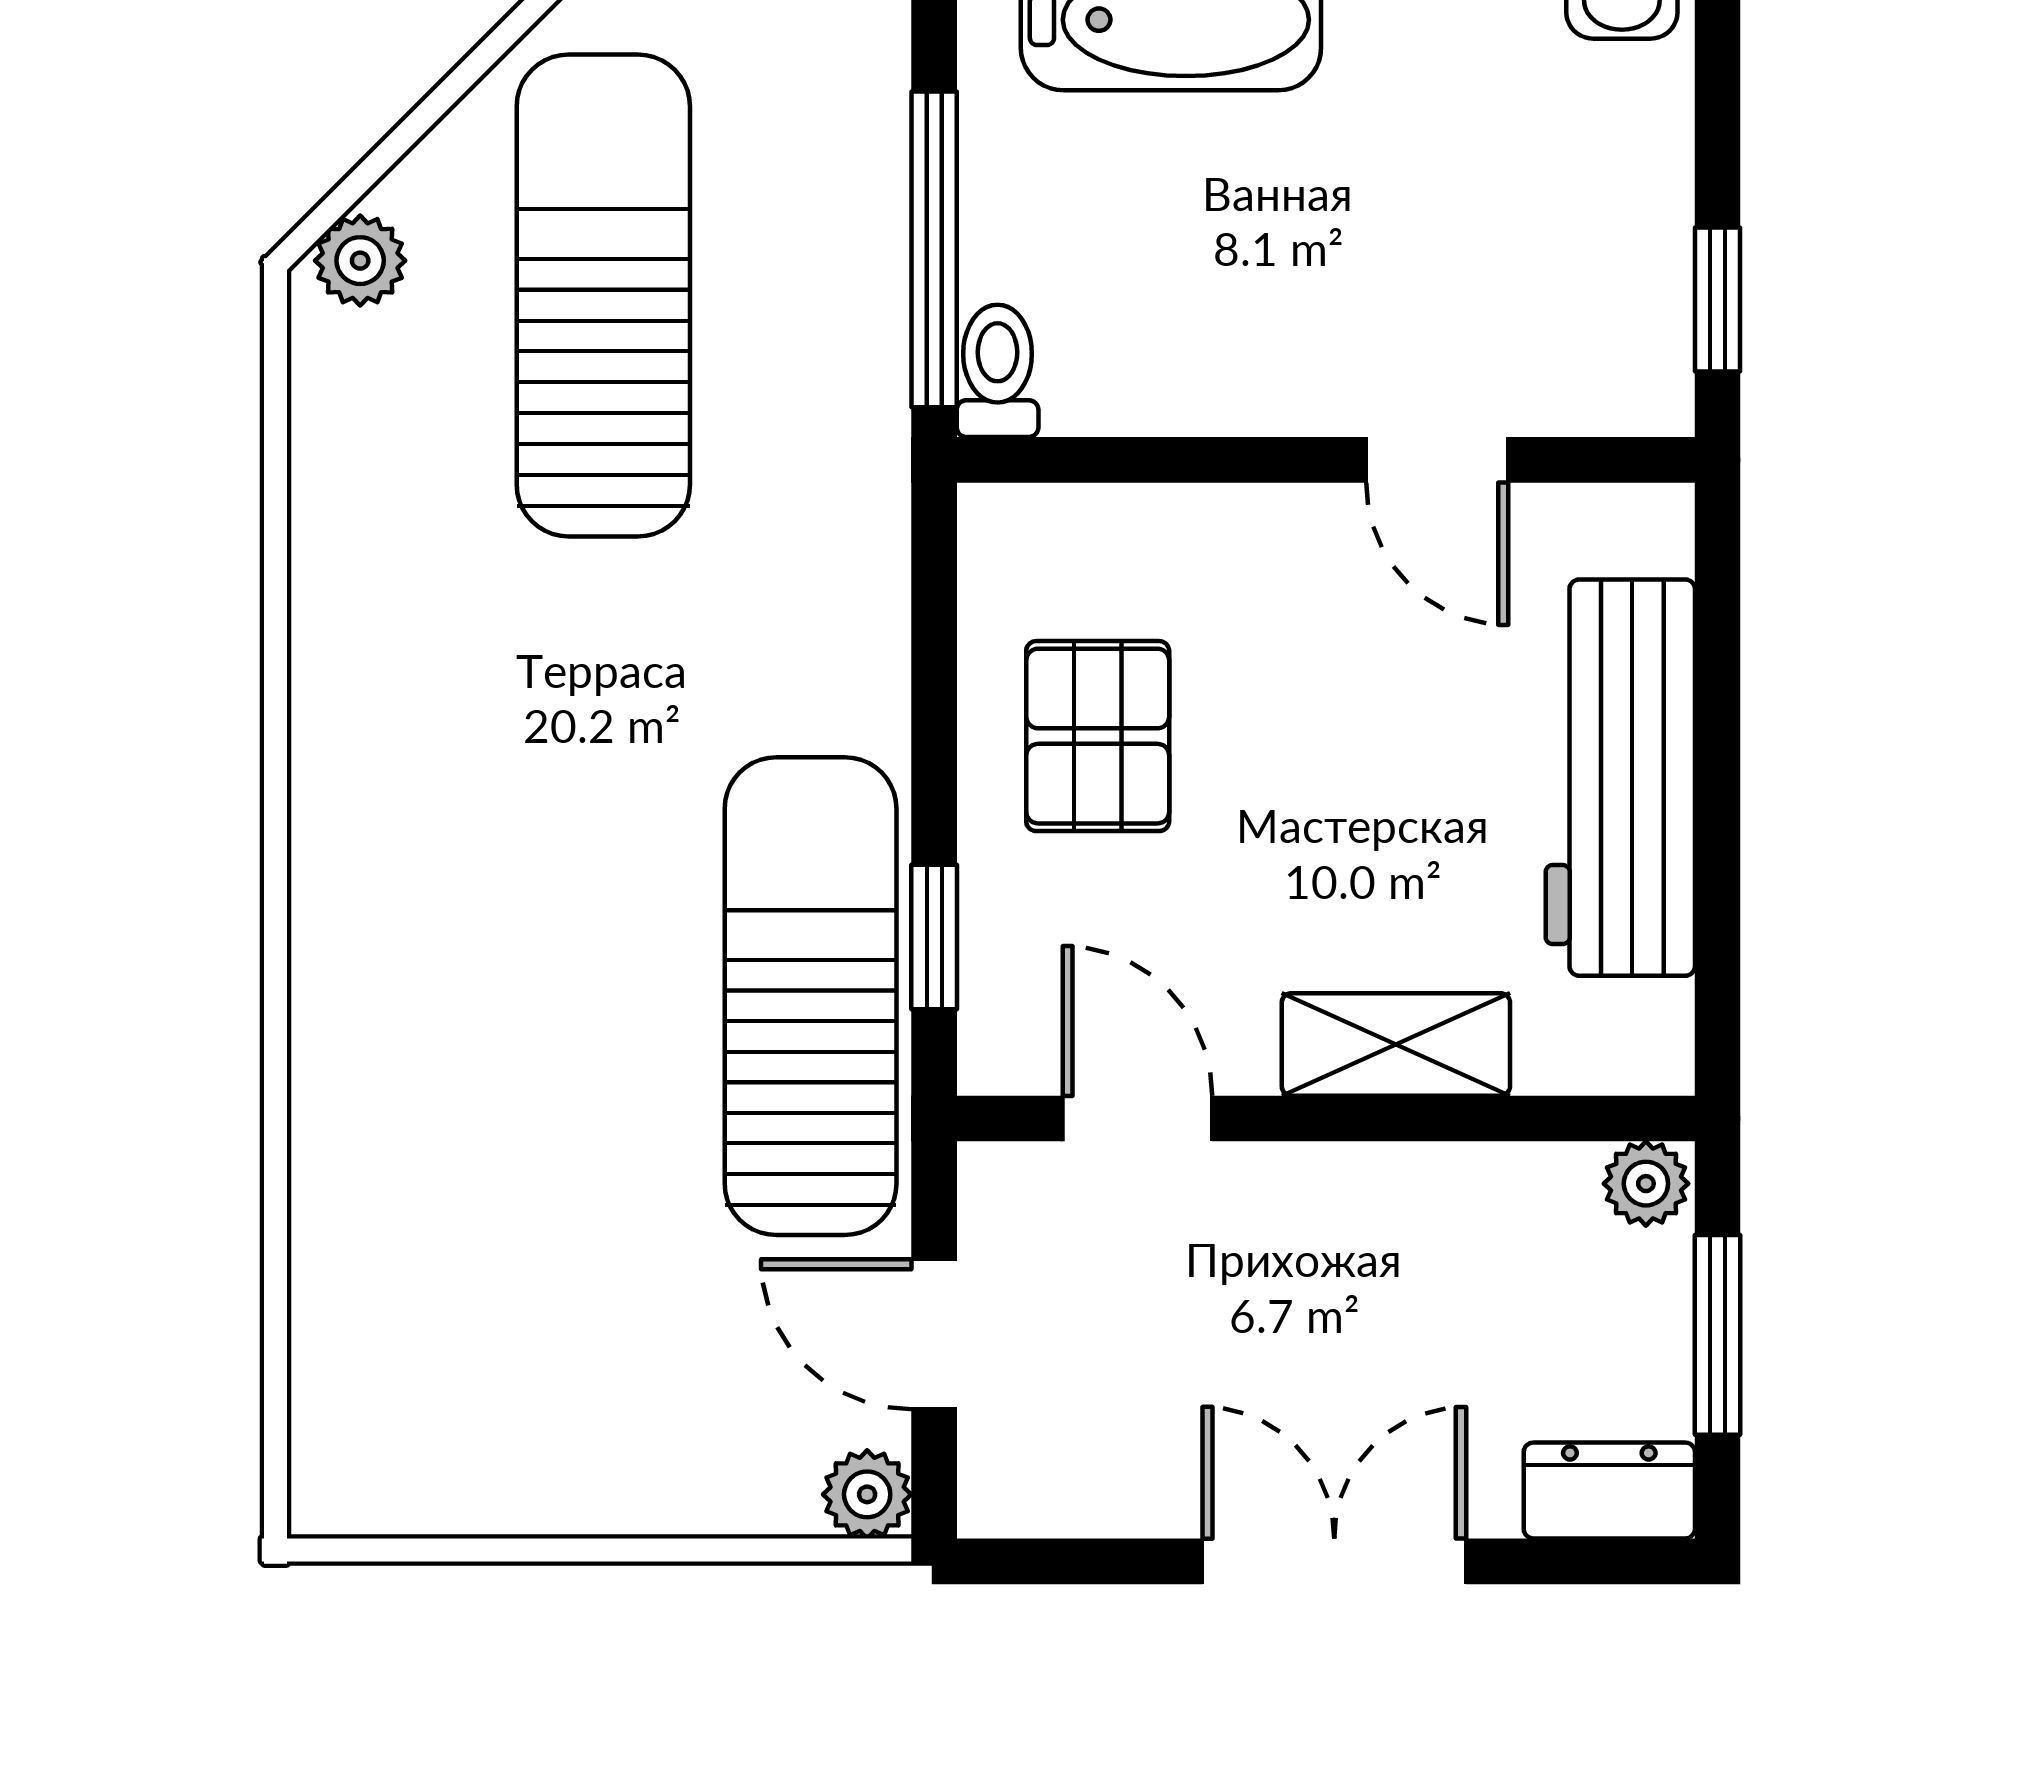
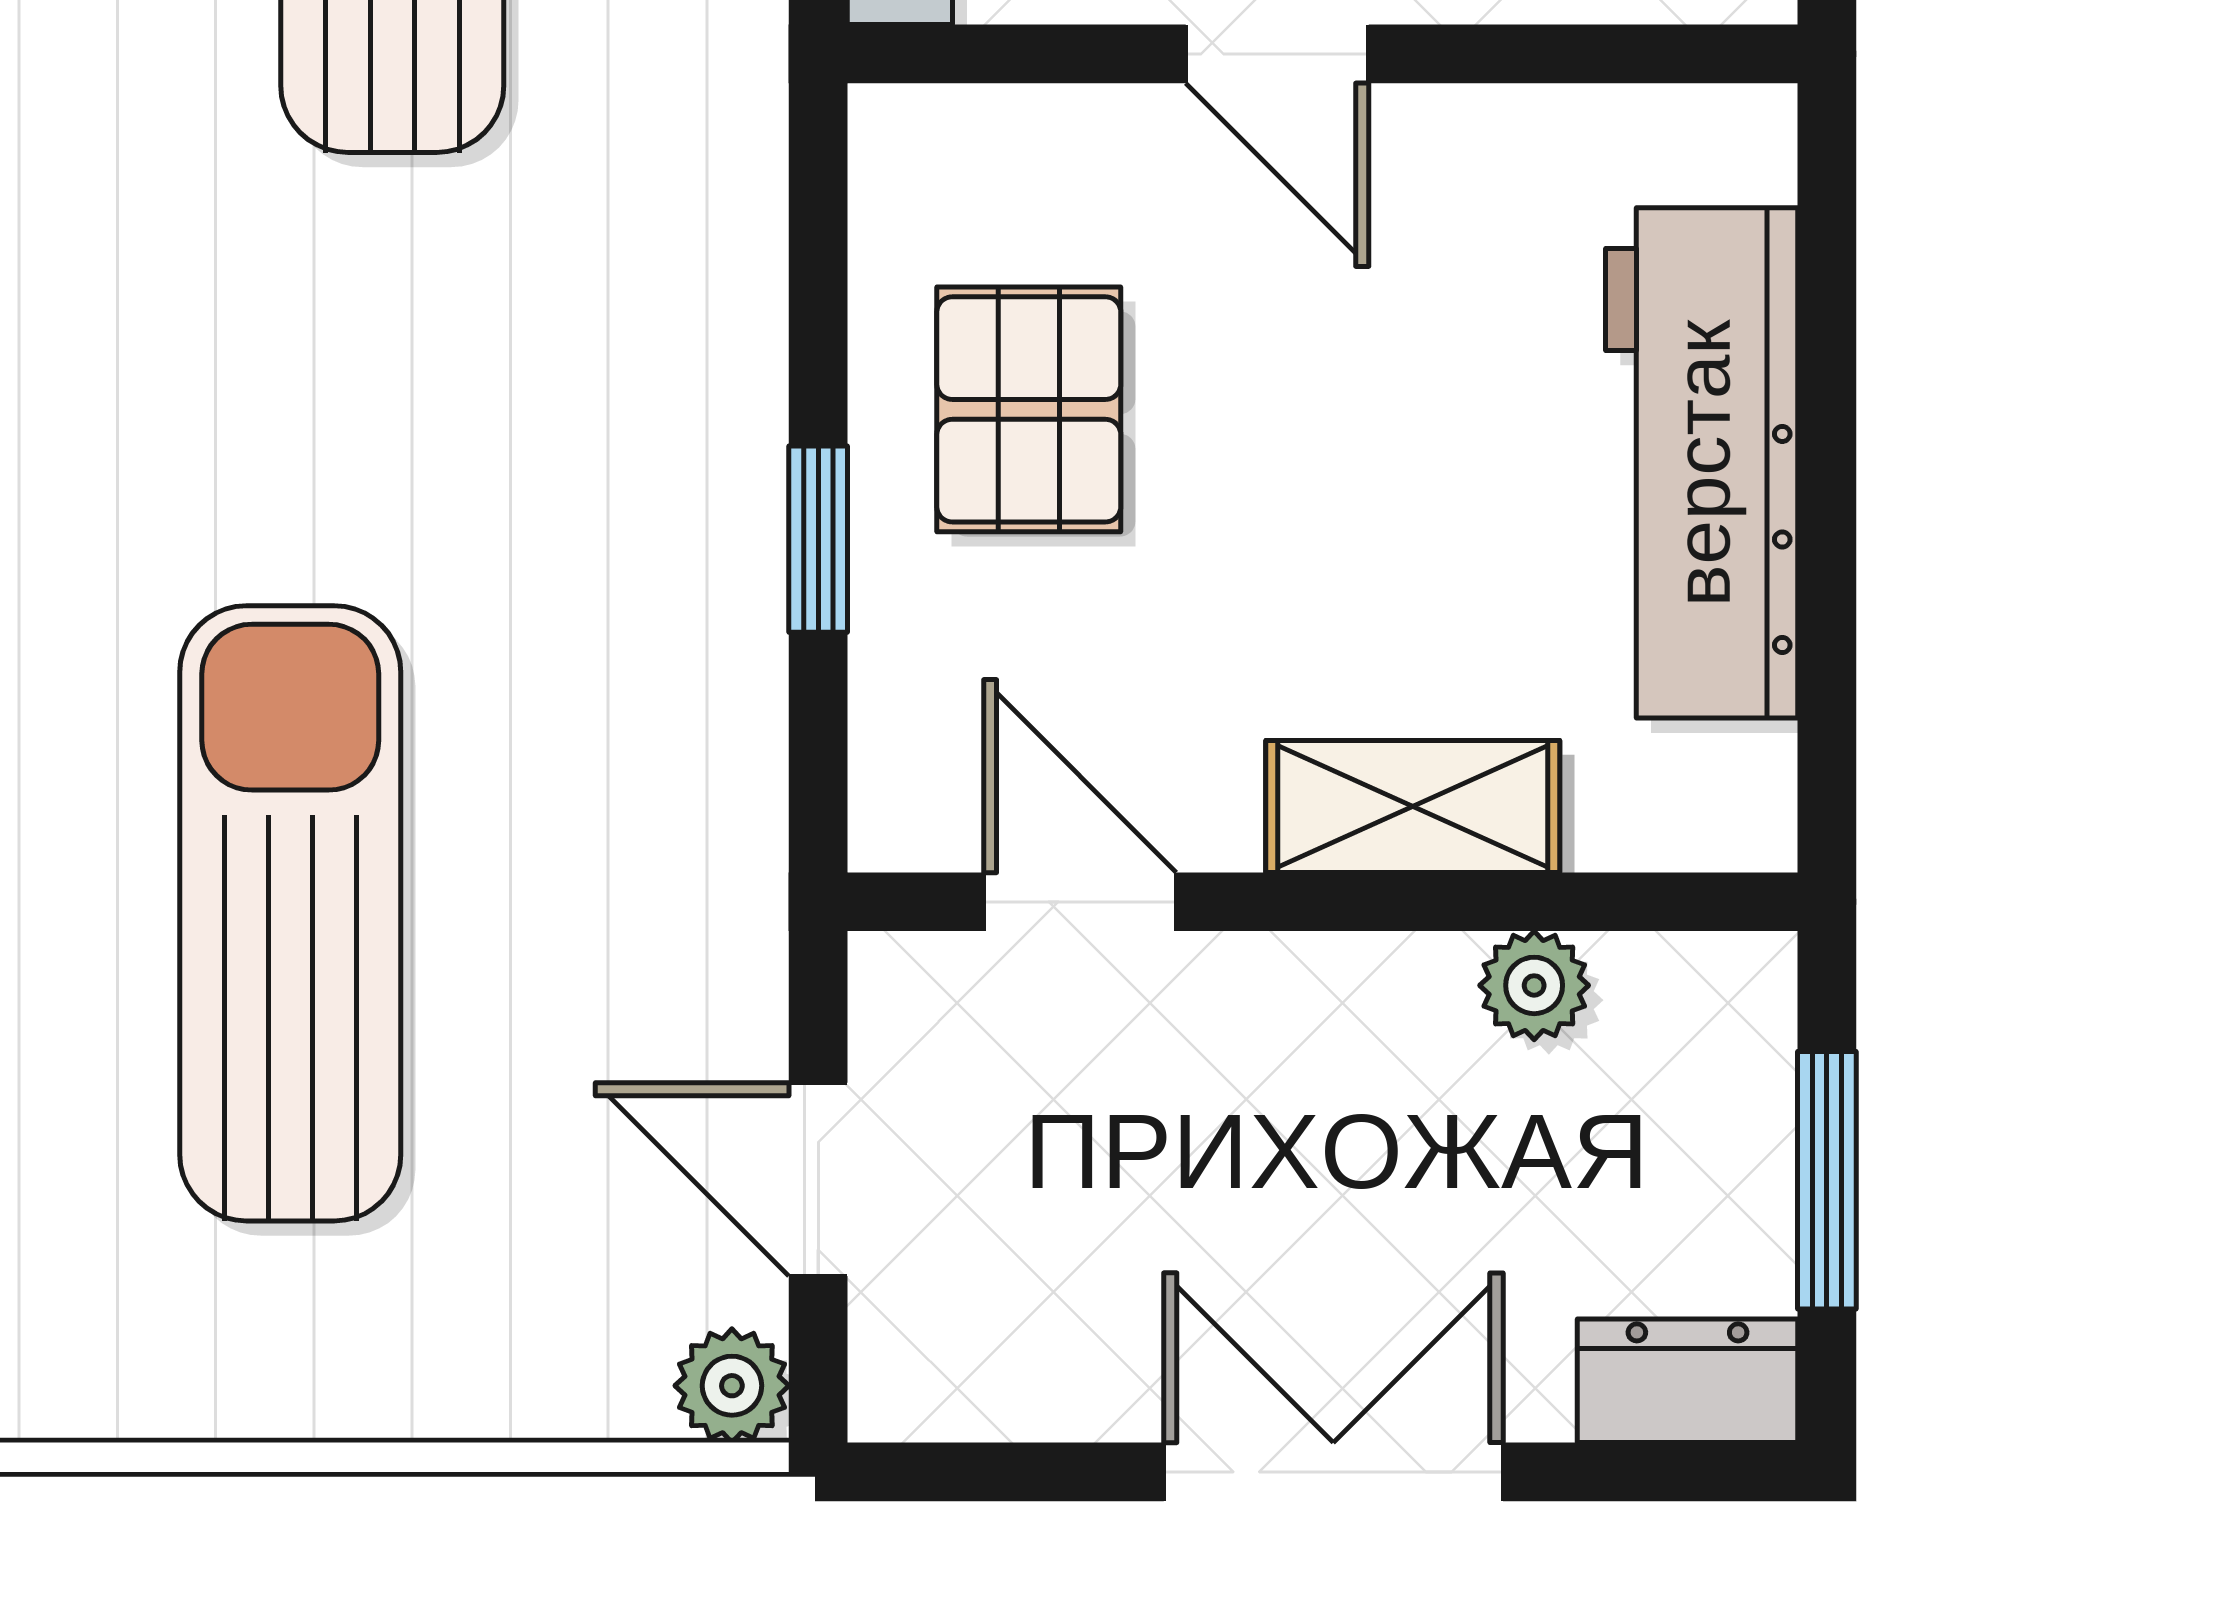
door: (1437, 460) -> (1277, 54), moved
window: (934, 937) -> (818, 539), moved
sun lounger: (811, 996) -> (290, 913), moved
plant: (1646, 1184) -> (1534, 985), moved

